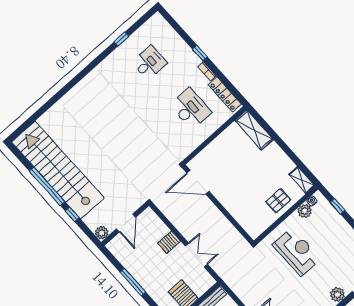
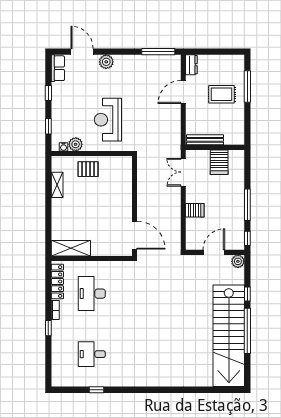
shelving: (254, 130) -> (71, 248), moved, turned 90
shelving: (302, 180) -> (57, 185), moved
double door: (196, 255) -> (183, 172), moved
window: (110, 257) -> (247, 238), added

